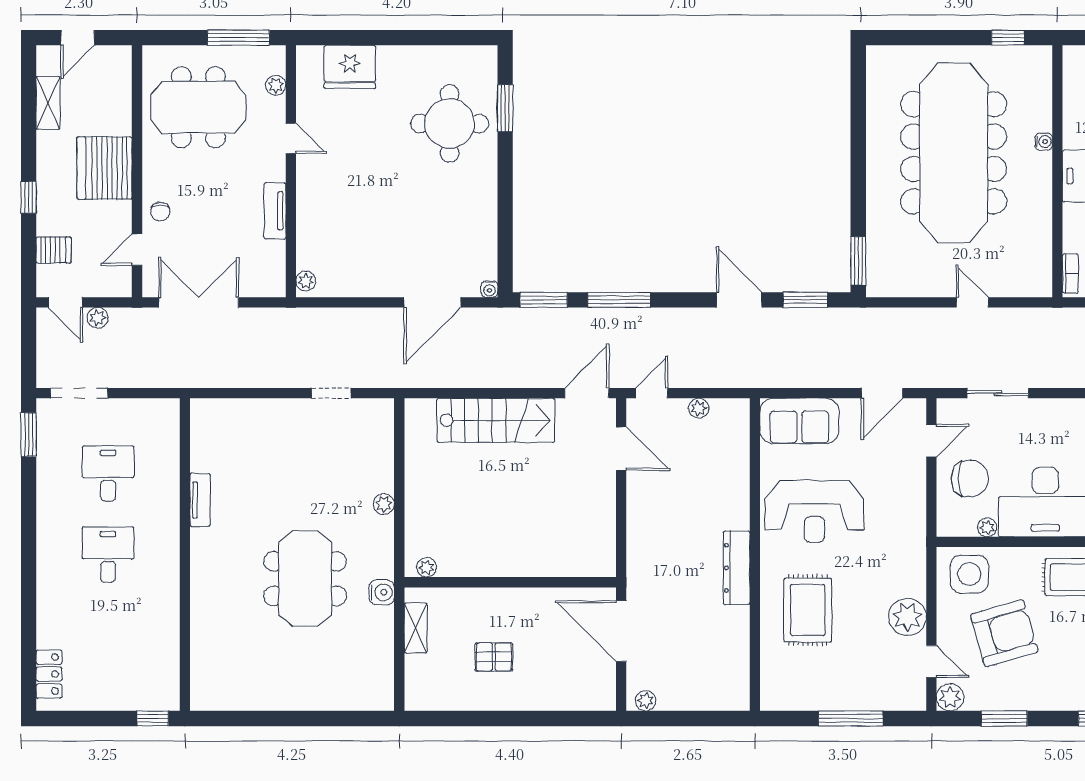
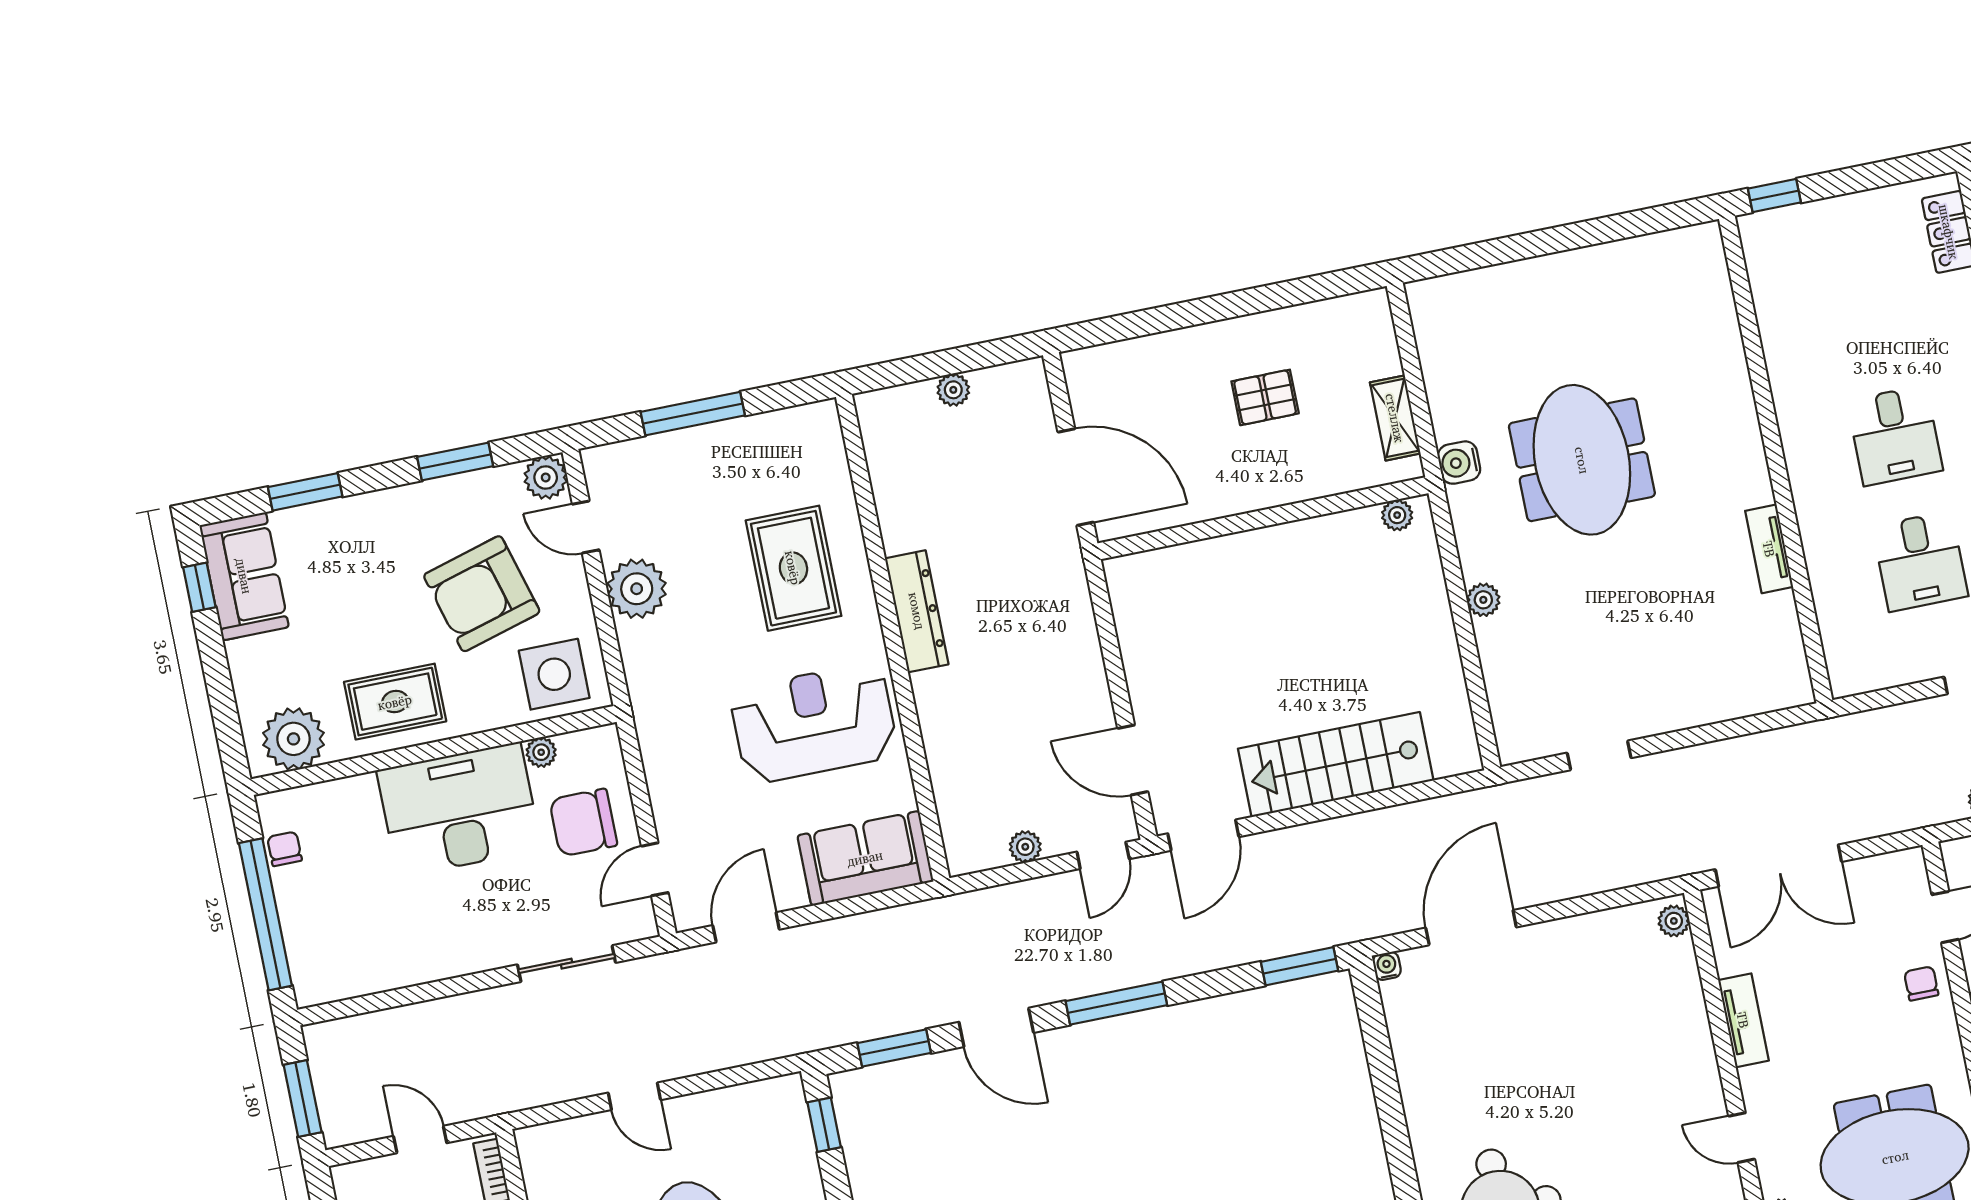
window: (858, 261) -> (824, 1125), width x0.67
window: (619, 300) -> (1116, 1003), moved
double door: (199, 302) -> (1779, 866), moved
plant: (646, 701) -> (953, 390), moved

